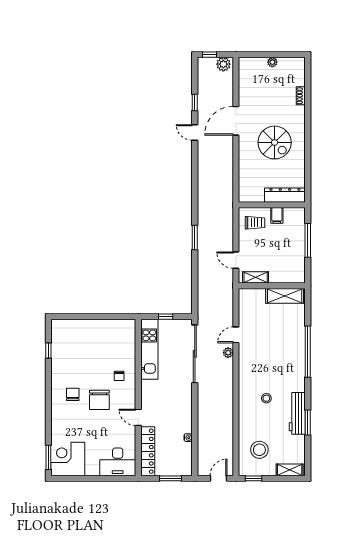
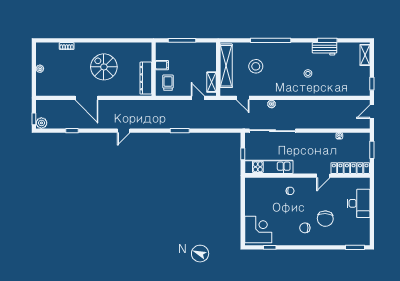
plant: (223, 64) -> (41, 123), moved
door: (195, 133) -> (124, 131), moved
spiral stairs: (275, 142) -> (104, 67), turned -90
dresser: (285, 195) -> (146, 78), moved
door: (236, 260) -> (198, 98), swing flipped
shelving: (285, 296) -> (226, 66), width x1.47
door: (236, 335) -> (243, 98), moved
chair: (99, 400) -> (325, 219), moved, turned 92
workbench: (297, 413) -> (324, 49), width x0.73
stool: (259, 450) -> (256, 66), moved
corner desk: (68, 459) -> (258, 229), moved, turned 180
desk: (118, 462) -> (359, 203), moved
door: (219, 478) -> (372, 112), hinge flipped

